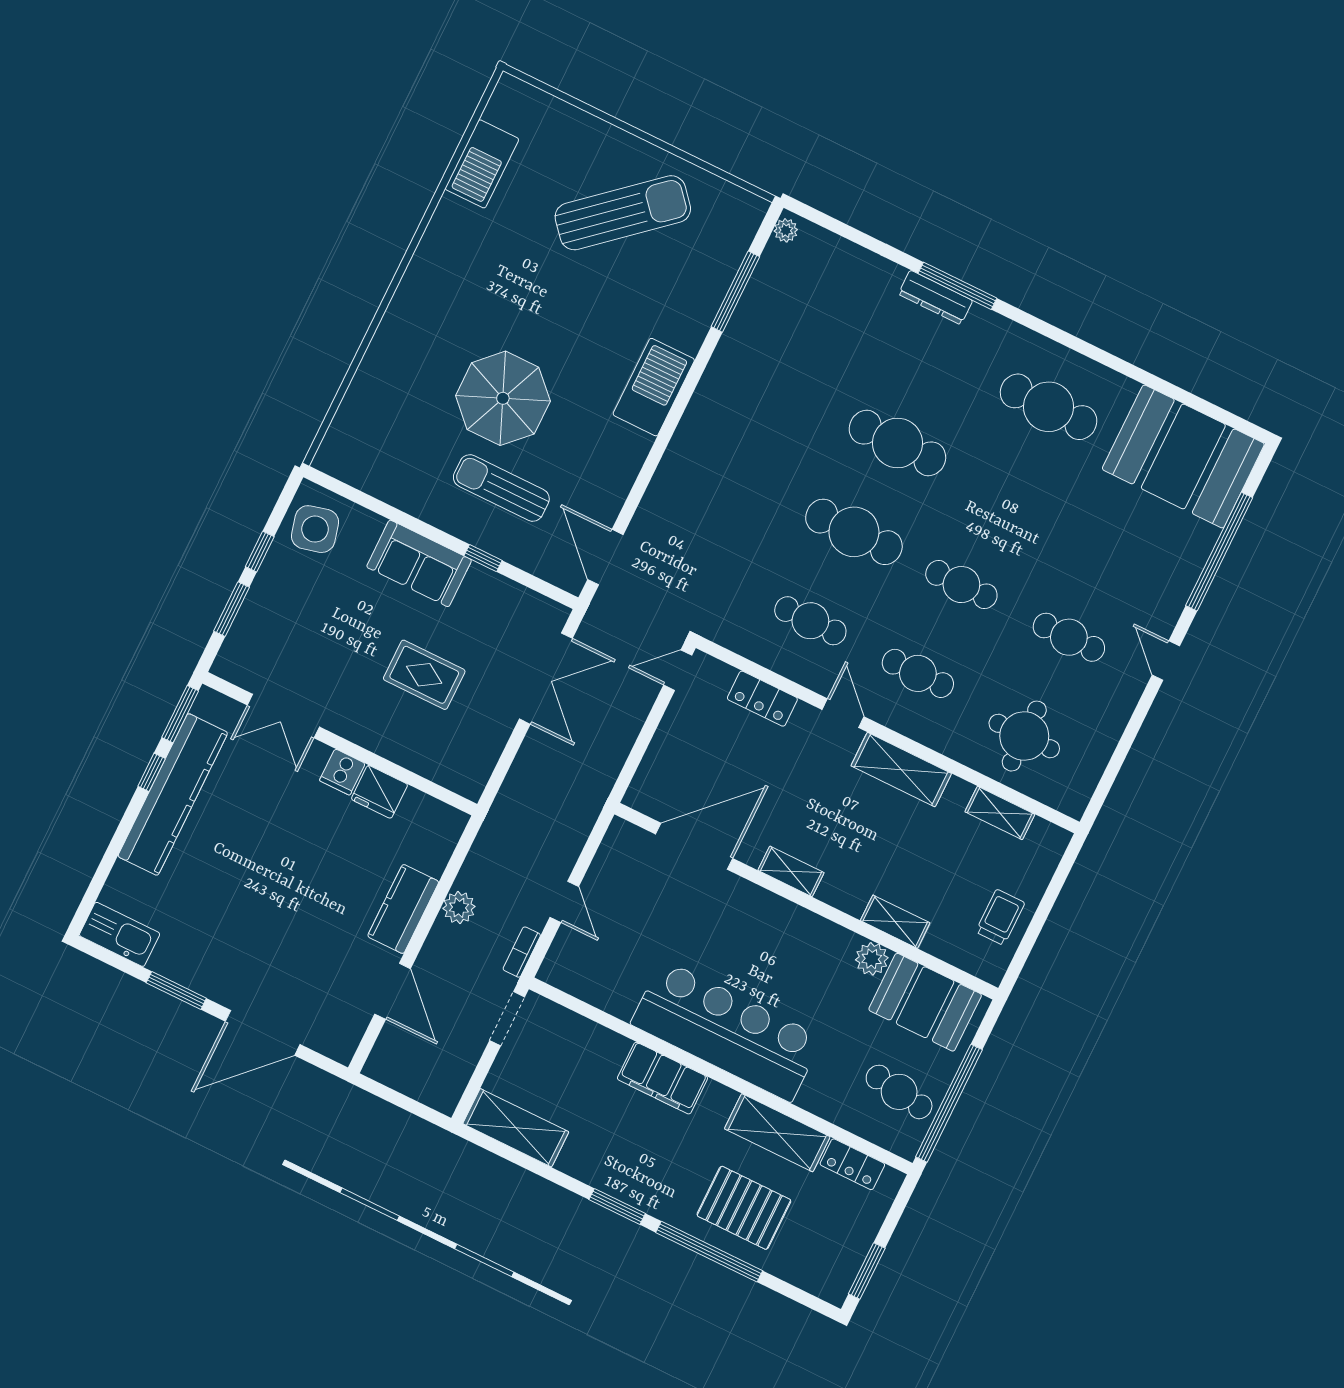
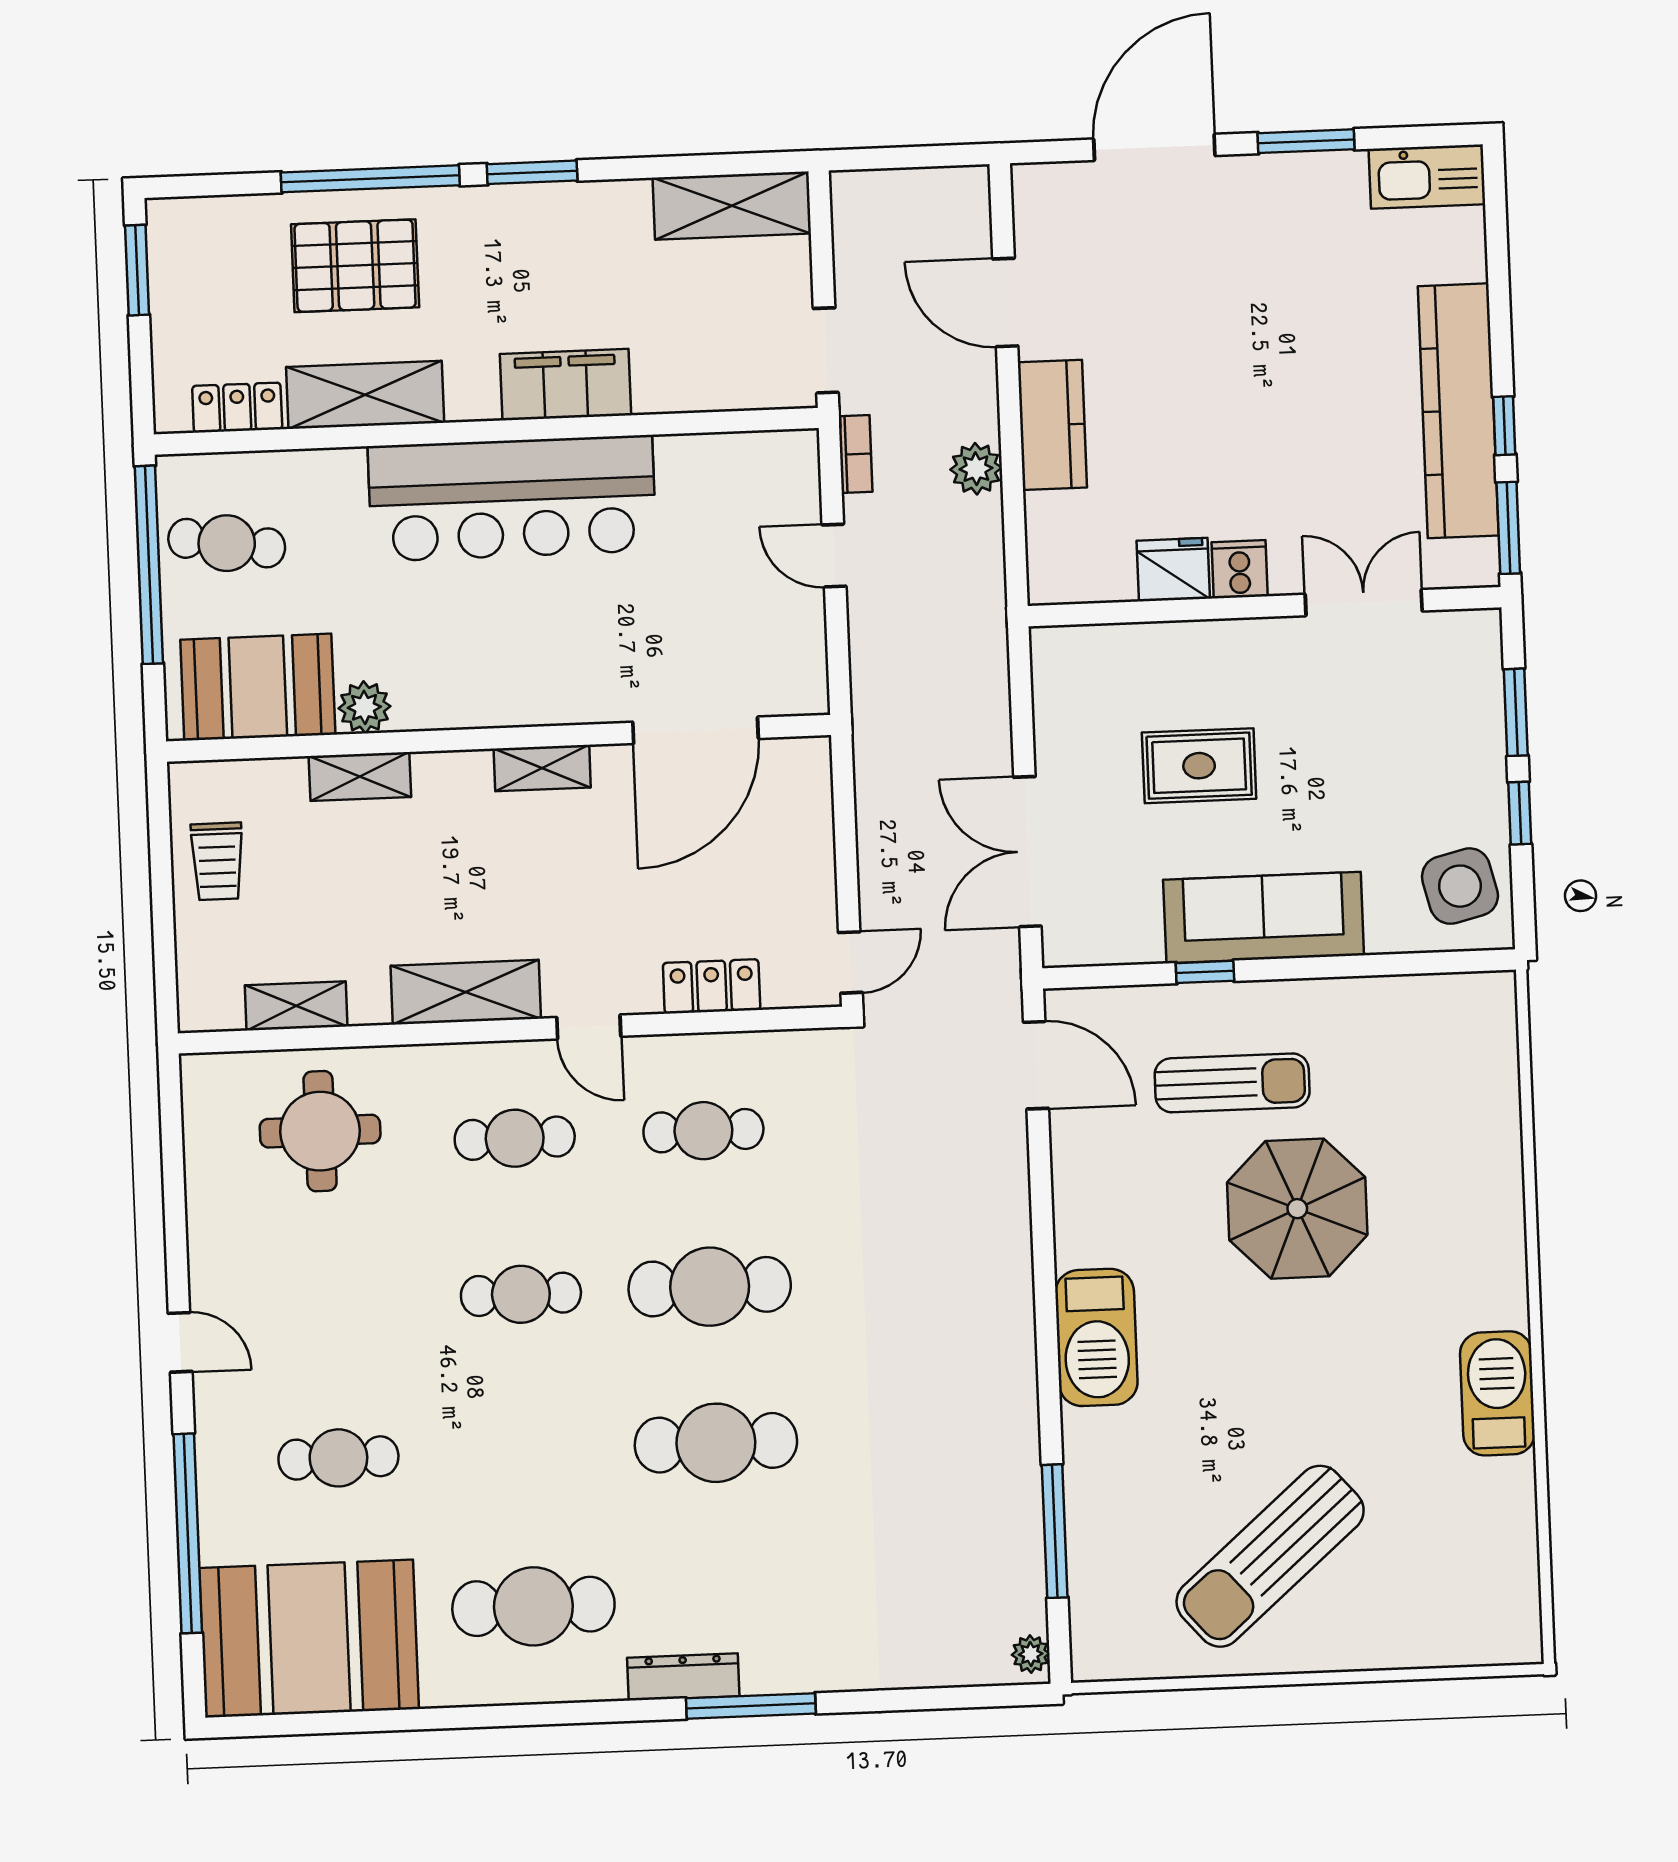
barbecue: (482, 164) -> (1497, 1393), moved
dresser: (935, 297) -> (683, 1677), moved
sofa: (419, 563) -> (1264, 918), width x1.36
cafe table: (1069, 637) -> (338, 1458), moved

